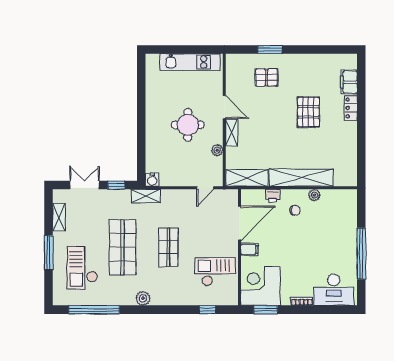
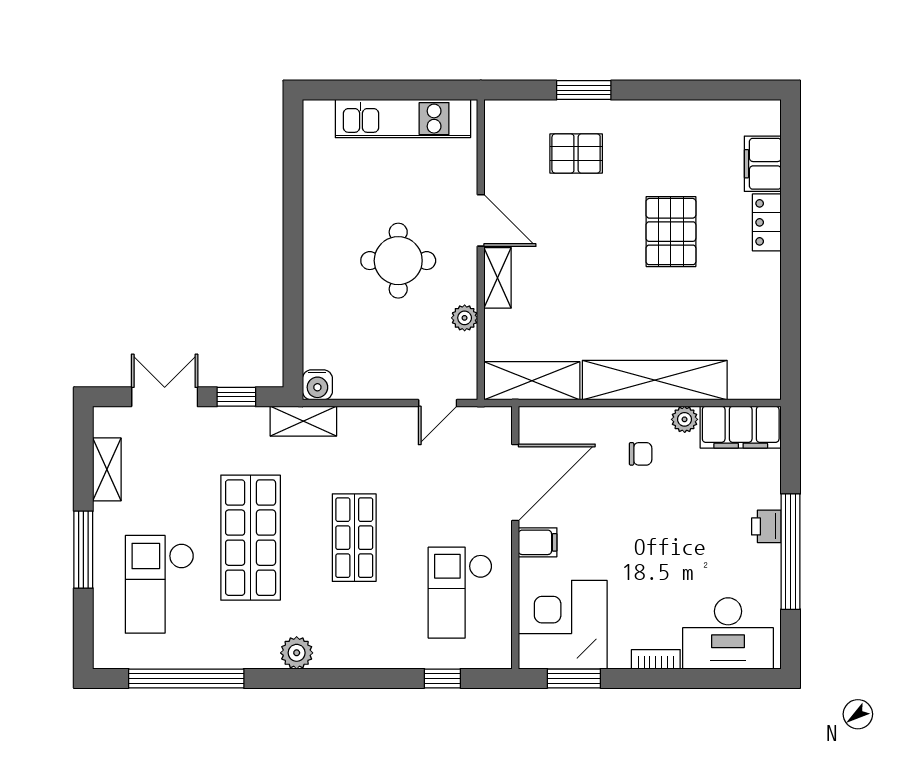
printer: (273, 196) -> (766, 526), moved, turned 90
filing cabinet: (339, 199) -> (741, 427), added
checkout: (215, 272) -> (460, 593), turned -90

